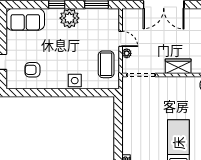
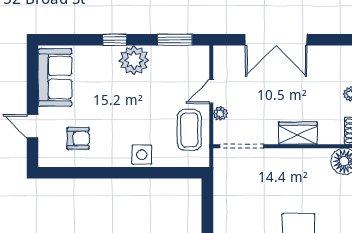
sofa: (25, 19) -> (55, 78), moved, turned -90
door: (121, 39) -> (211, 92), swing flipped
armchair: (32, 70) -> (78, 138), turned 180

